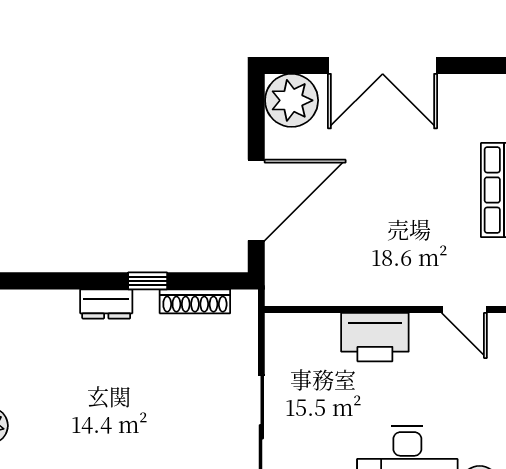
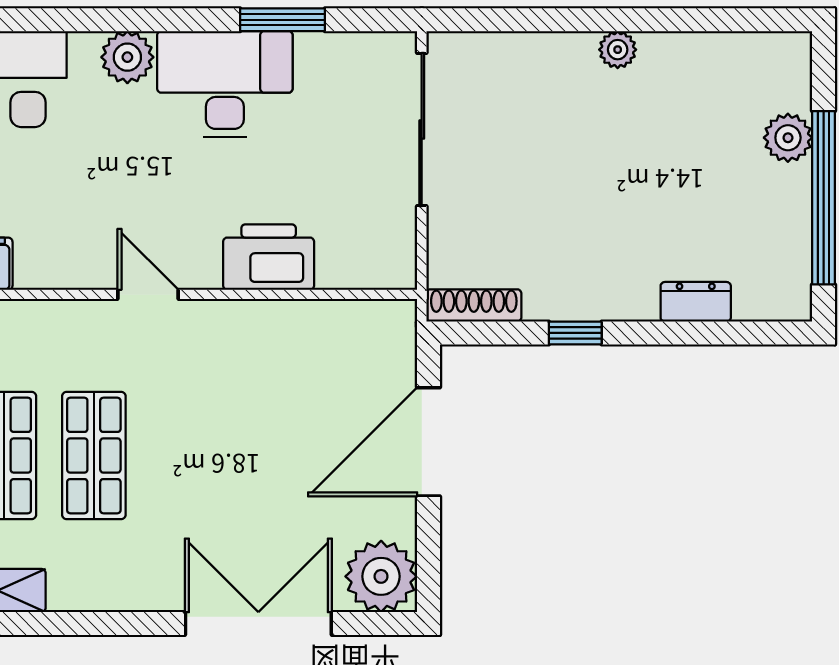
shoe rack: (195, 301) -> (474, 305), moved
dresser: (106, 304) -> (696, 302), moved

